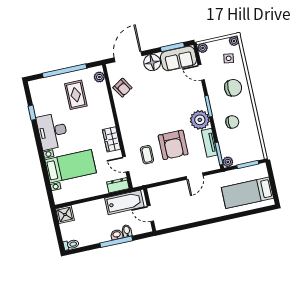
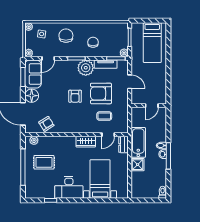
armchair: (163, 115) -> (75, 96), added
armchair: (173, 145) -> (101, 93), turned 180
wall: (150, 210) -> (149, 106), moved
shower: (65, 214) -> (138, 165), moved
door: (150, 214) -> (152, 106), moved

